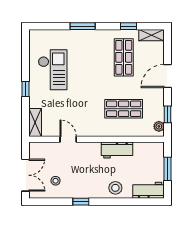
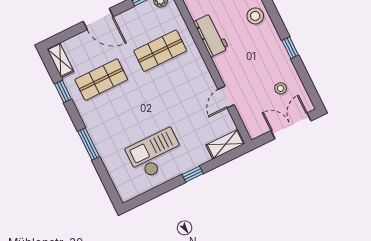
shop shelf: (124, 109) -> (160, 51), turned 90

